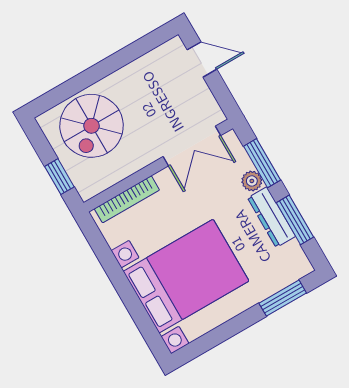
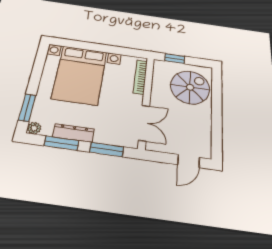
spiral stairs: (92, 126) -> (190, 87), turned 90
double door: (192, 146) -> (144, 123), swing flipped
plant: (252, 181) -> (34, 128), moved

